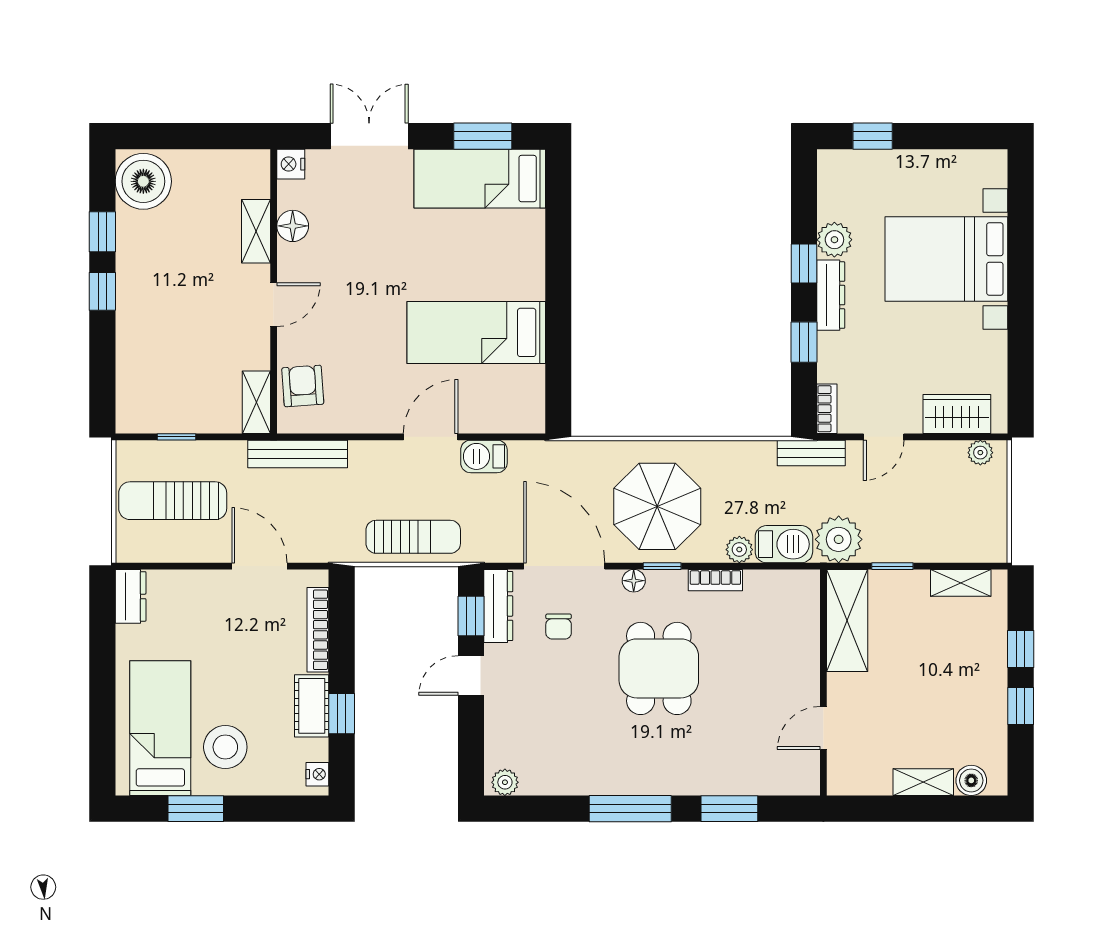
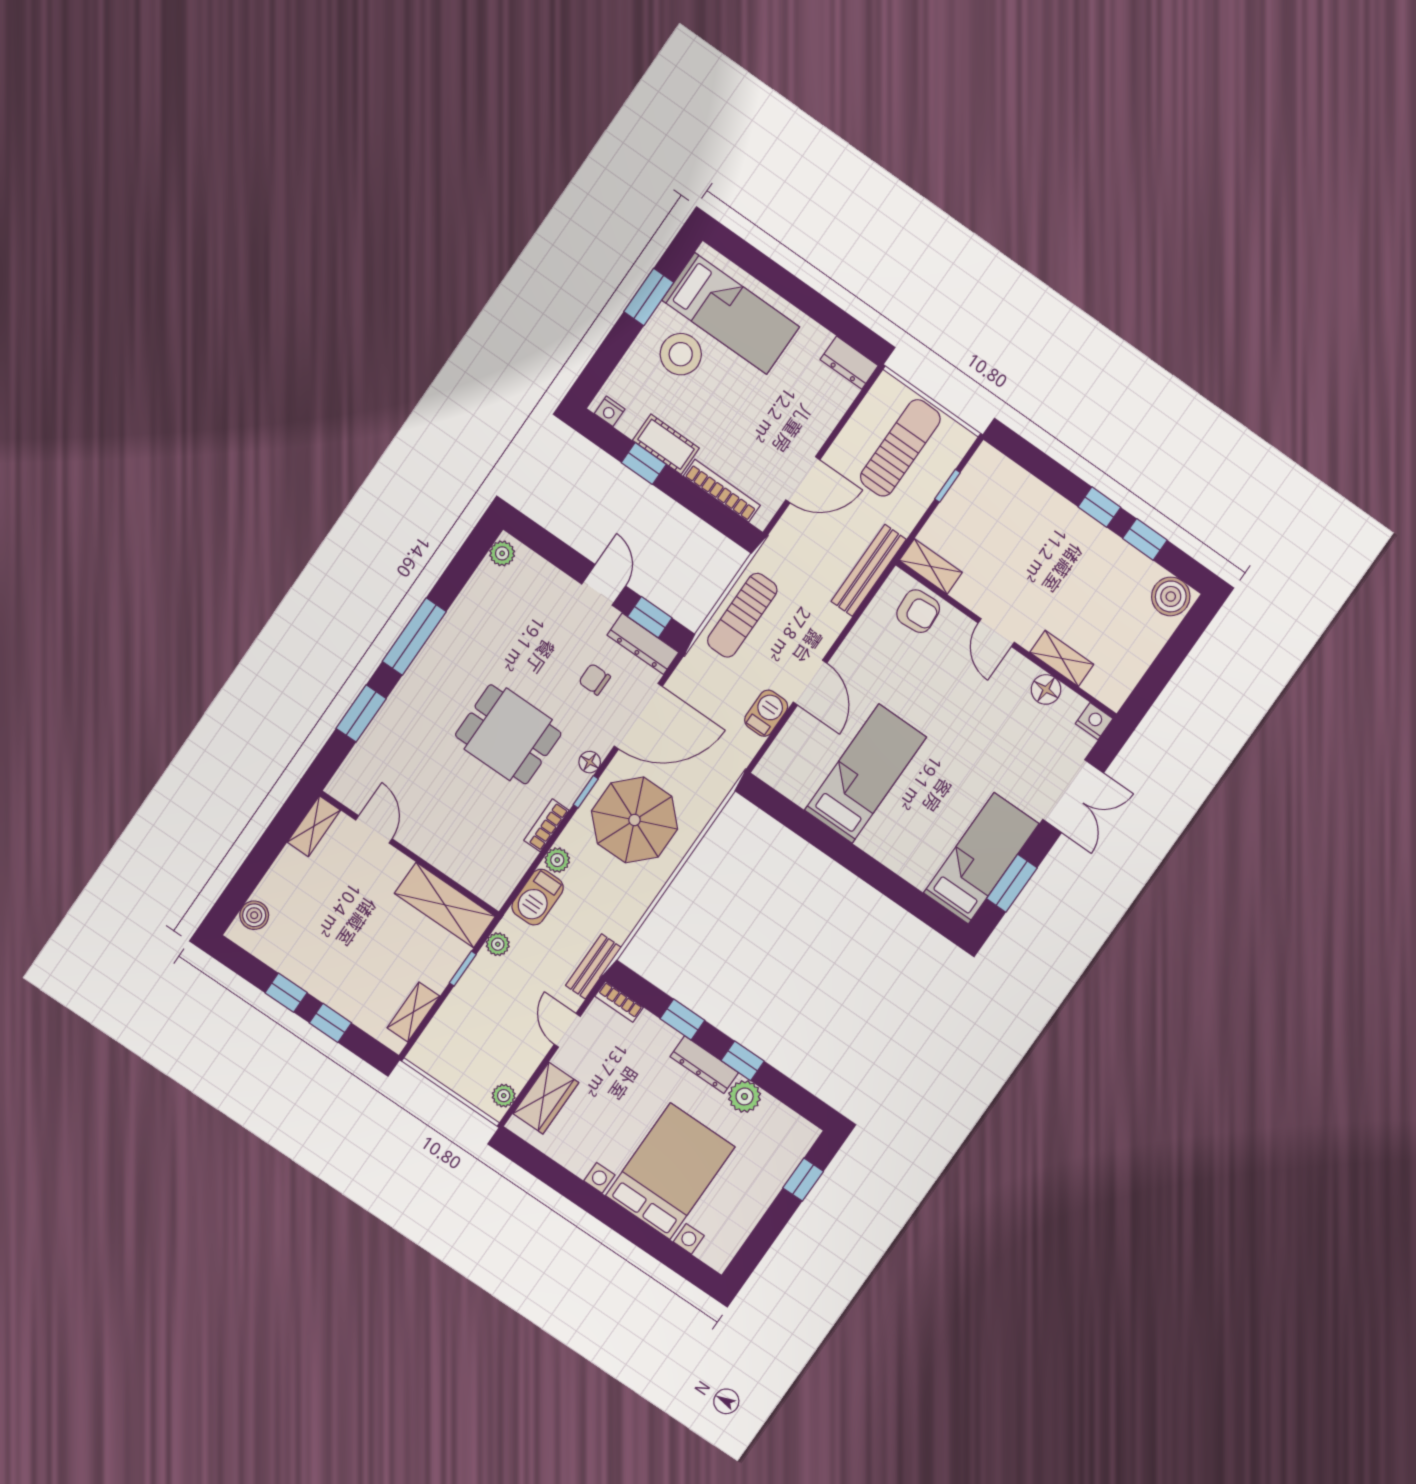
boiler: (143, 181) -> (1171, 596), width x0.73, depth x0.73
plant: (839, 539) -> (498, 944), width x0.53, depth x0.53
shelving: (923, 782) -> (314, 826), moved

